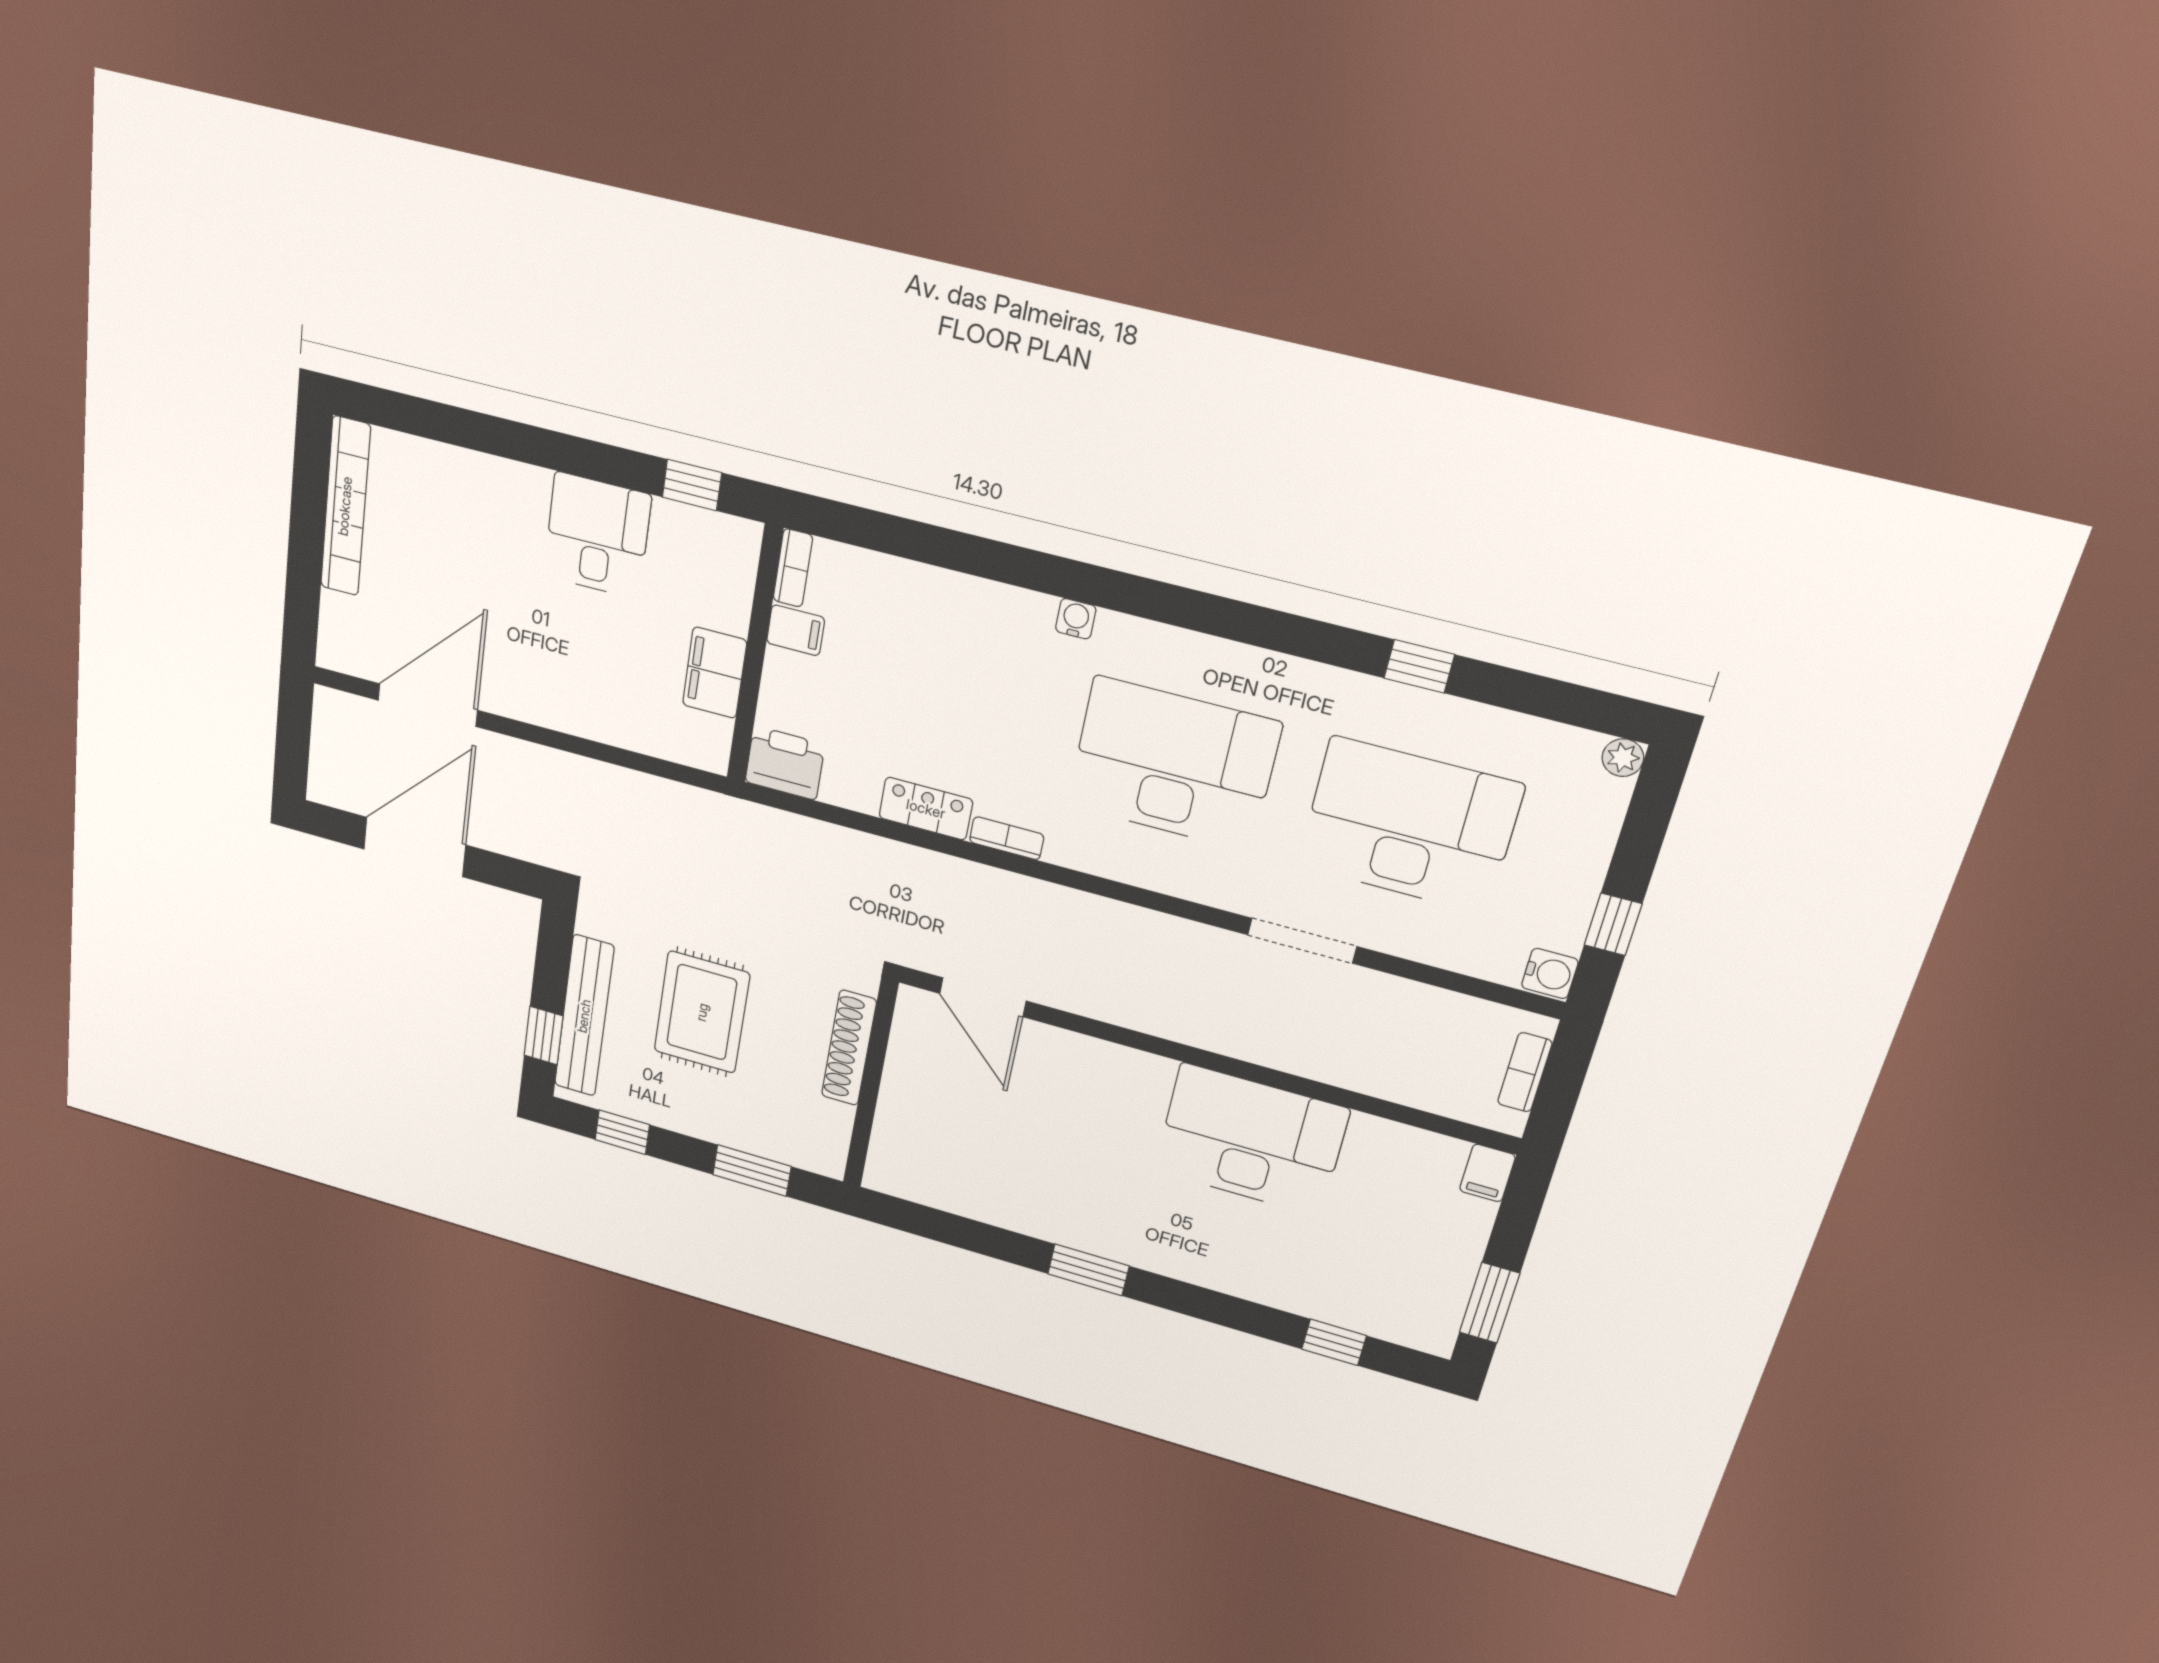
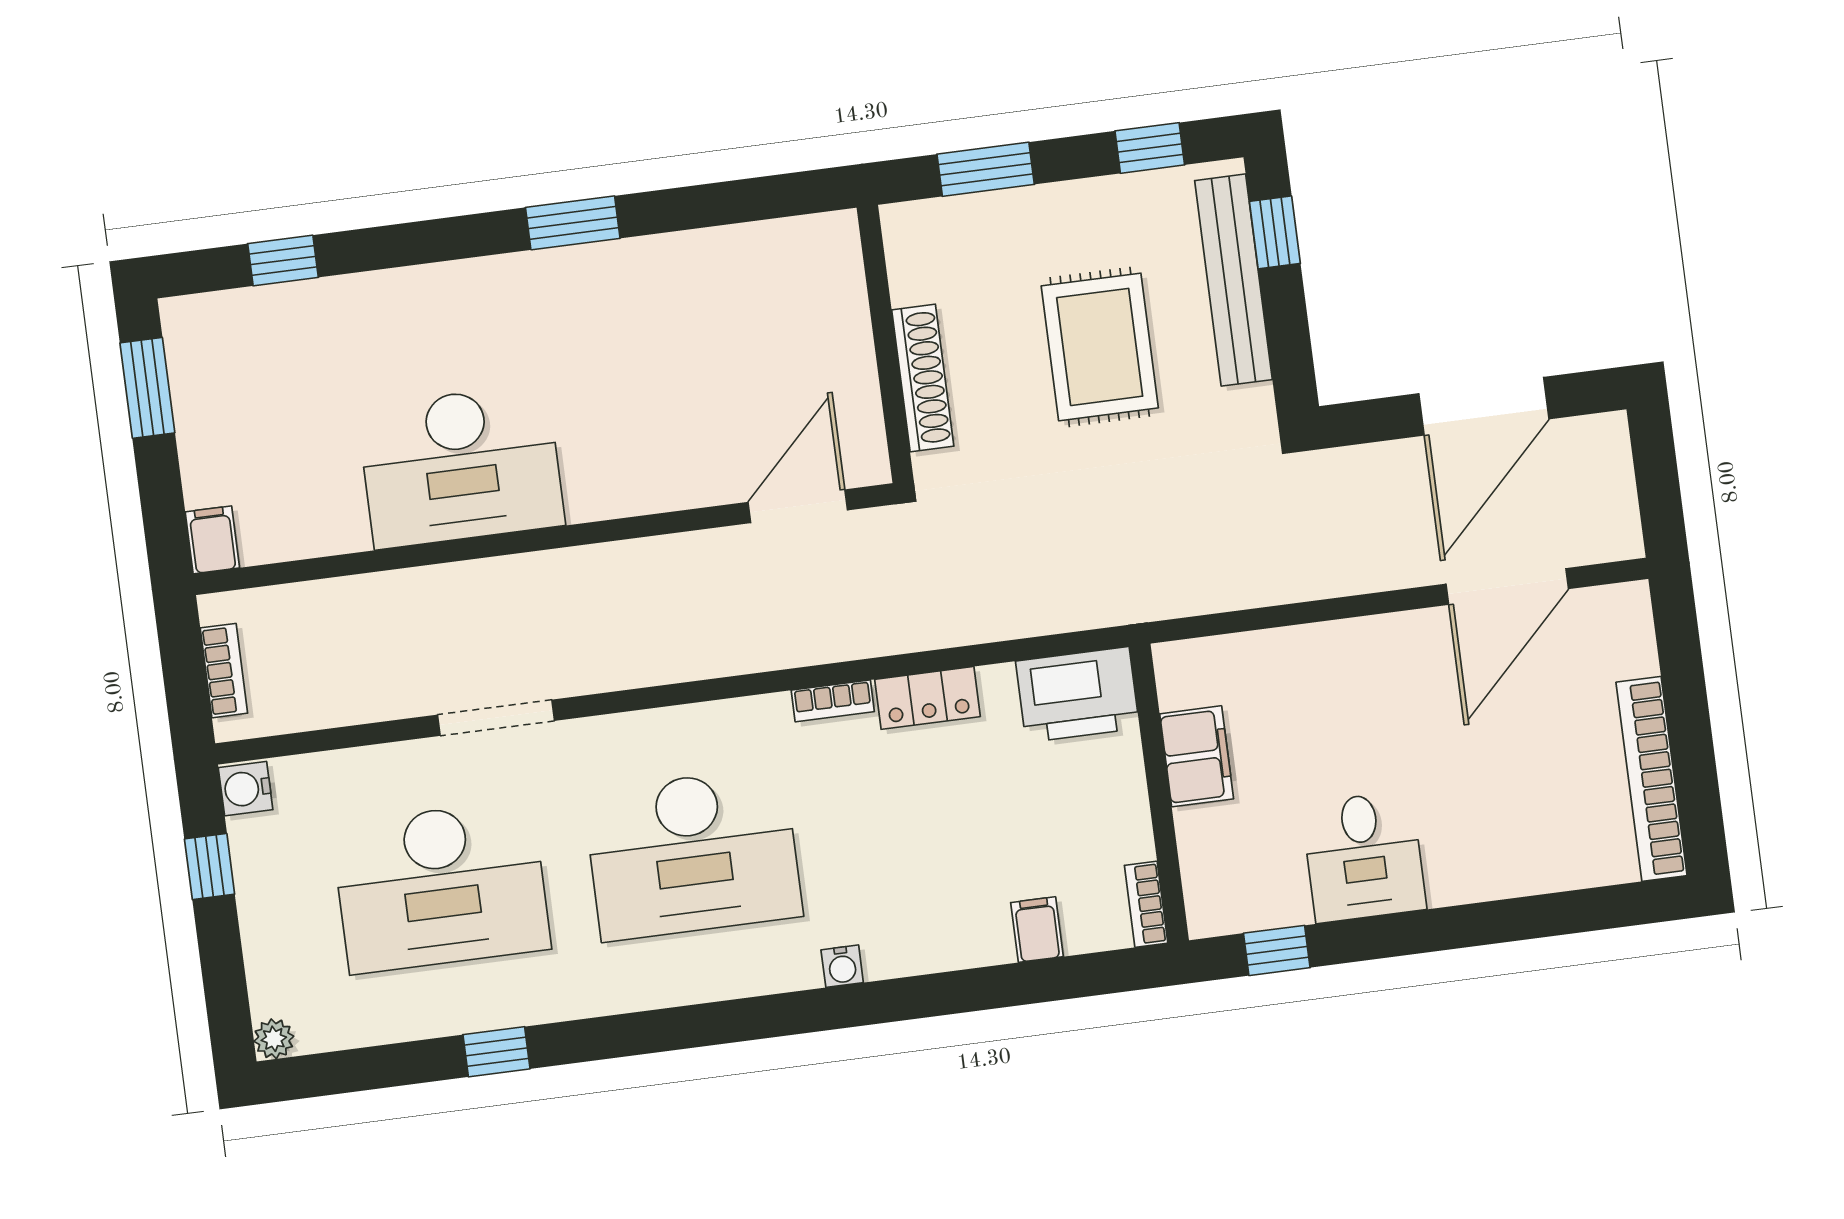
filing cabinet: (796, 630) -> (1037, 930), moved, turned 90
printer: (785, 763) -> (1078, 695), width x1.37, depth x1.19
door: (983, 997) -> (798, 506), hinge flipped

